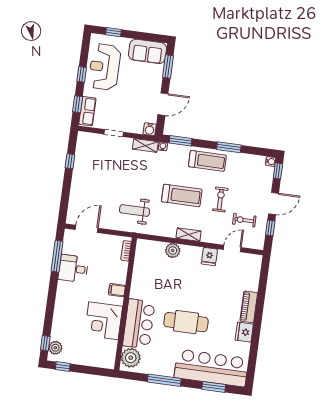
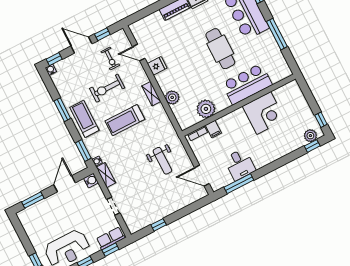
sofa: (148, 51) -> (32, 224), removed
door: (163, 104) -> (65, 184), hinge flipped
treadmill: (182, 195) -> (125, 120), turned -90
exercise bike: (220, 199) -> (107, 88), width x1.38, depth x1.39
weight bench: (135, 210) -> (162, 161), moved
filing cabinet: (117, 290) -> (213, 129), moved
plant: (131, 358) -> (206, 109), moved

